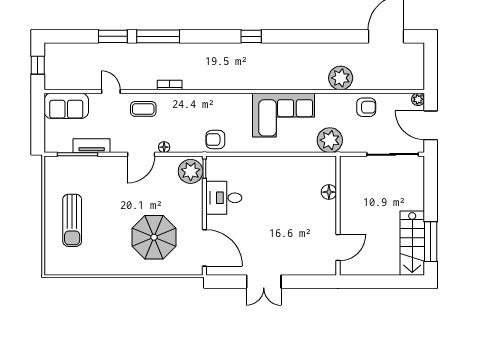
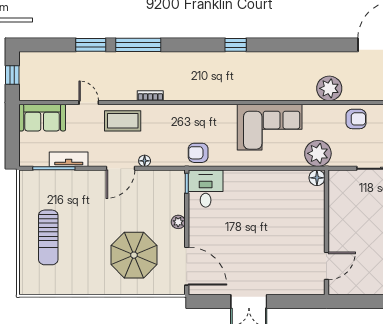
coffee table: (143, 109) -> (123, 121), width x1.36, depth x1.30
plant: (191, 171) -> (178, 222), moved, width x0.53, depth x0.53
floor lamp: (329, 192) -> (317, 178), moved
desk: (224, 198) -> (206, 189), moved, turned 90

